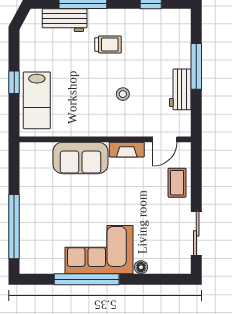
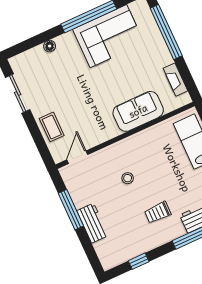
window: (196, 66) -> (71, 210), moved
workbench: (180, 89) -> (93, 223), moved
fireplace: (127, 150) -> (175, 80), moved, turned -90
corner sofa: (99, 250) -> (108, 36), moved

